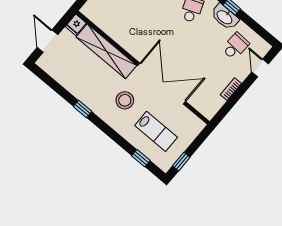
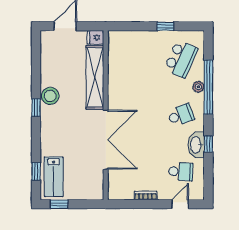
stool: (125, 100) -> (50, 96), moved
window: (82, 109) -> (36, 108), moved
lab bench: (156, 131) -> (54, 177), moved

